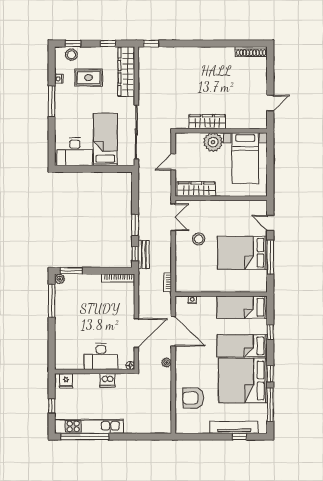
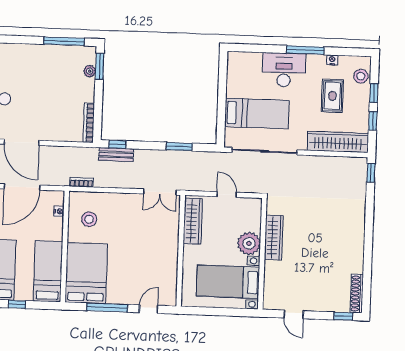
window: (73, 44) -> (374, 93), moved
window: (270, 62) -> (343, 316), added
desk: (75, 152) -> (284, 70), moved, turned 90
window: (135, 225) -> (179, 147), moved
stool: (199, 239) -> (89, 219), moved
bed: (242, 253) -> (86, 273), moved
plant: (60, 279) -> (90, 71), moved

